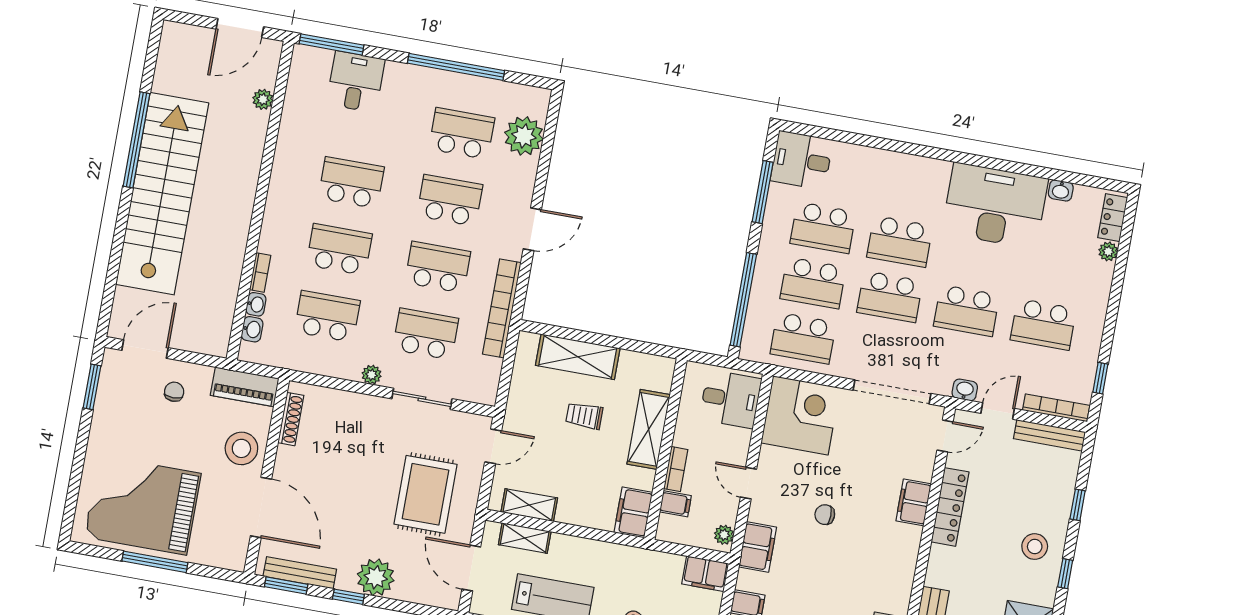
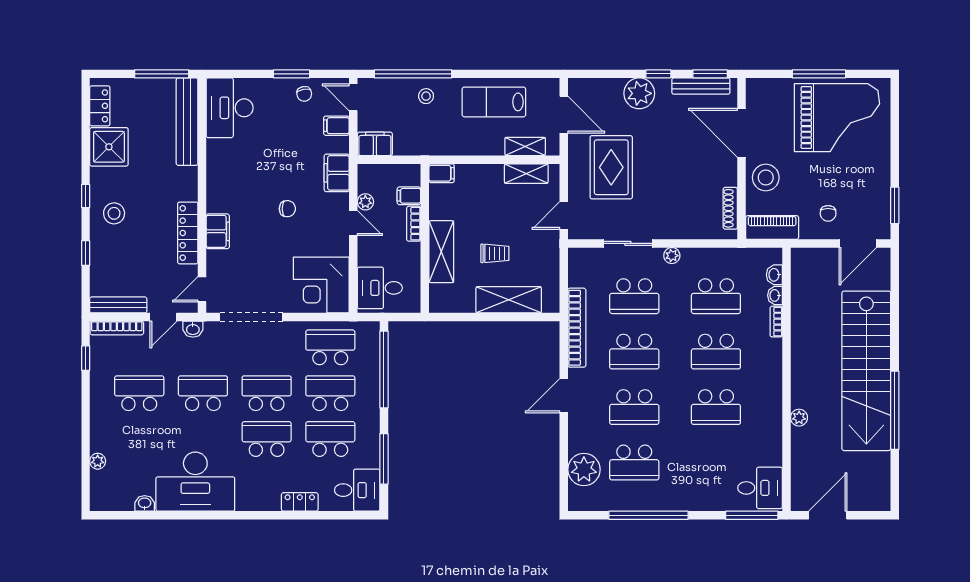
desk: (356, 82) -> (760, 488), moved, turned -90
plant: (263, 99) -> (799, 418), moved
locker: (1113, 218) -> (300, 502), moved, turned -90
filing cabinet: (633, 512) -> (442, 173), width x0.50
plant: (724, 535) -> (365, 202), moved

